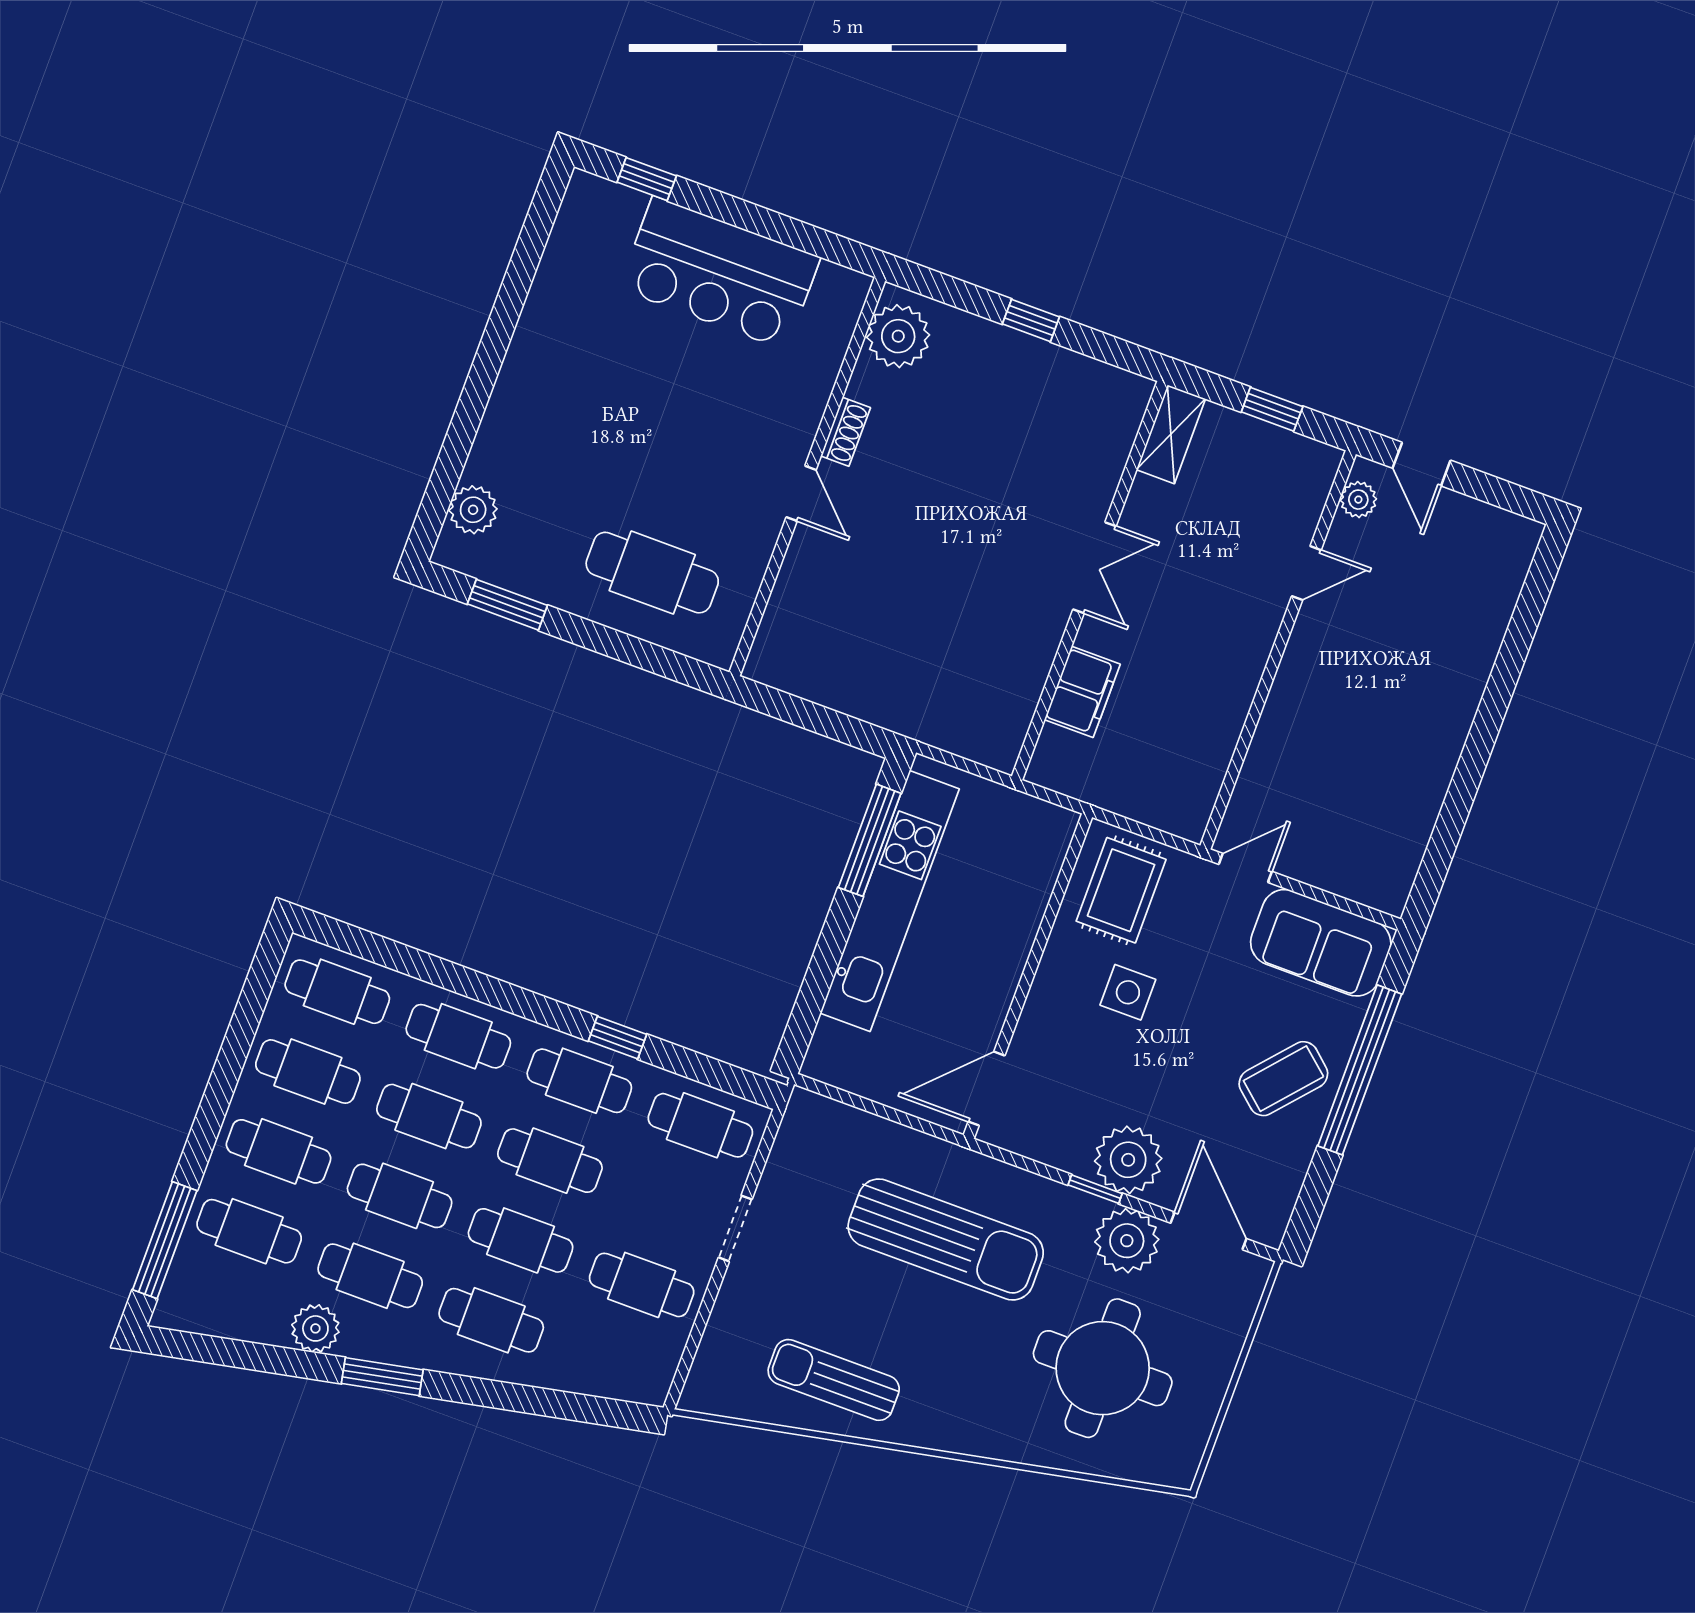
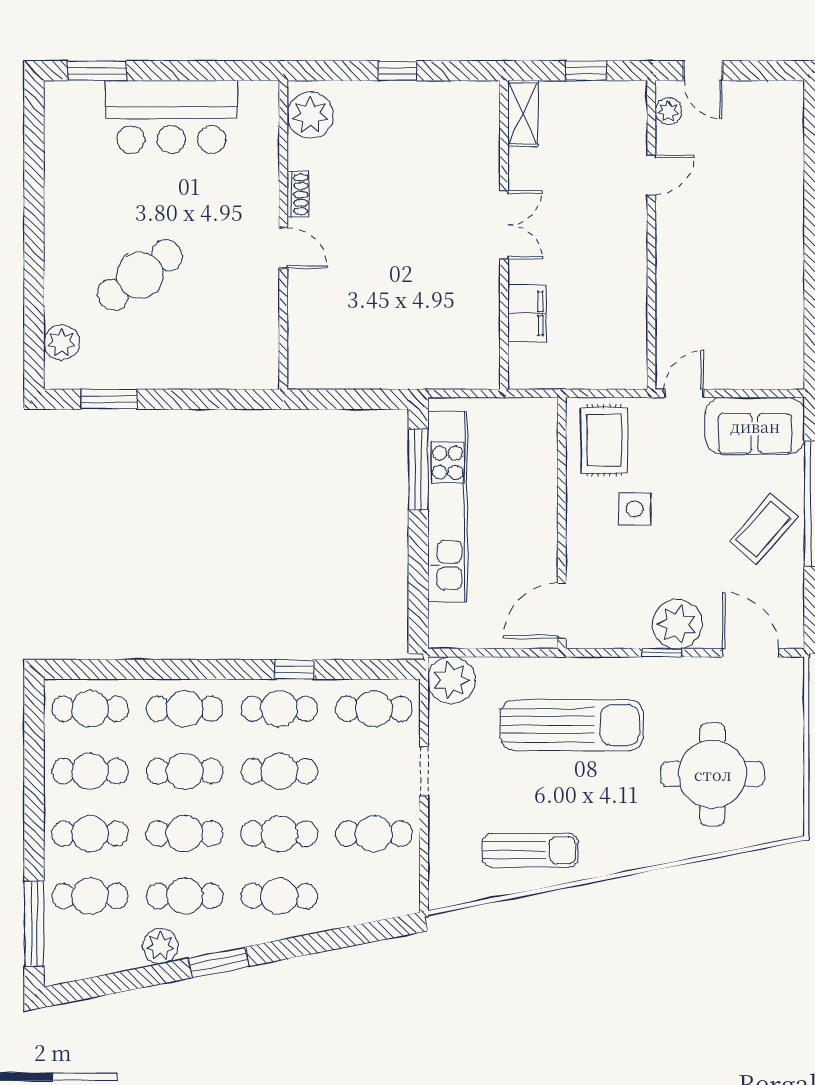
window: (647, 179) -> (97, 71), width x1.50
cafe table: (652, 573) -> (140, 275), moved, turned -36
plant: (1127, 1241) -> (451, 680), moved
sun lounger: (834, 1380) -> (530, 850), turned 180

